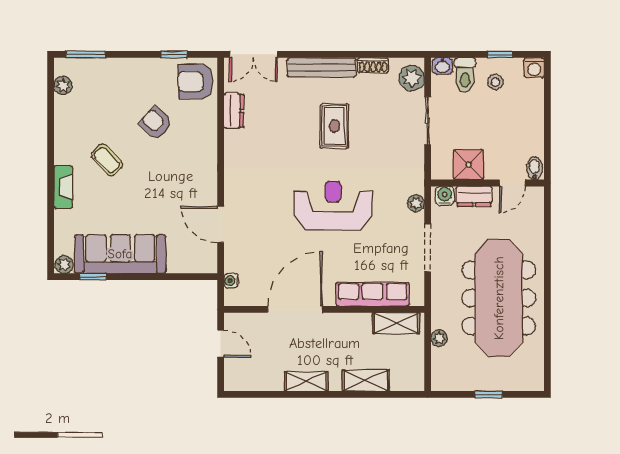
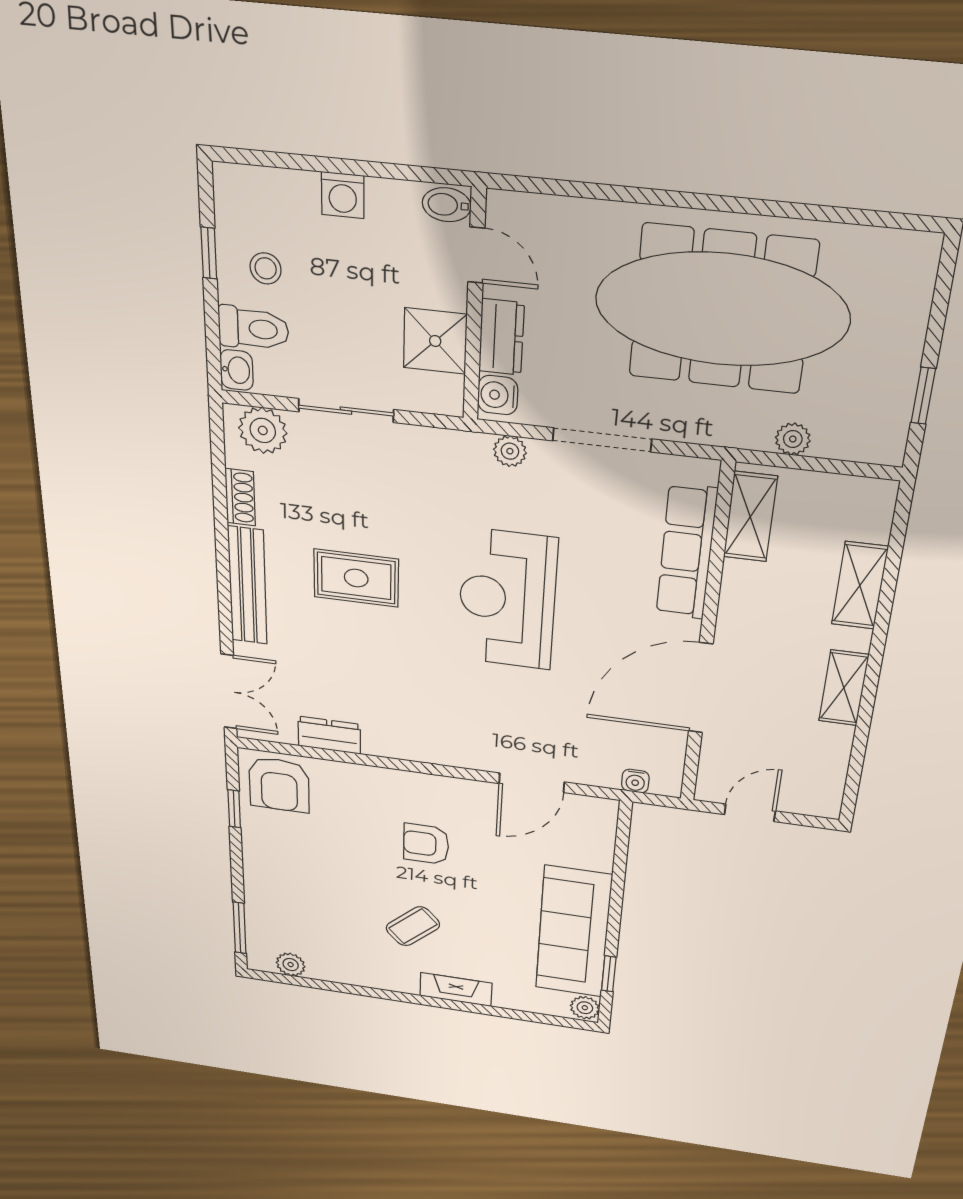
washing machine: (534, 68) -> (343, 195), moved, turned 90
armchair: (156, 123) -> (426, 844), moved, turned 46
door: (295, 309) -> (701, 688), hinge flipped
window: (489, 394) -> (923, 396), moved

